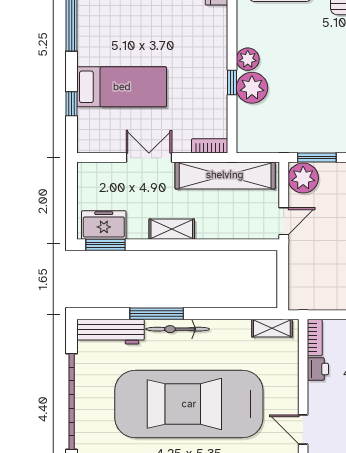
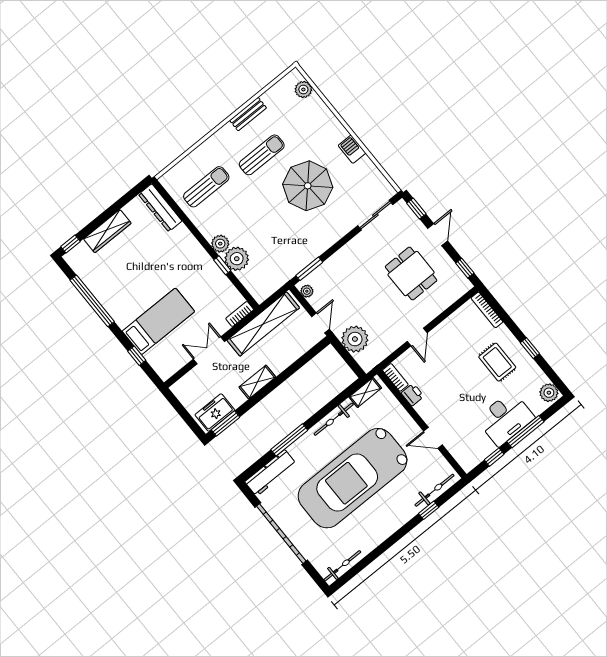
plant: (303, 178) -> (307, 291), width x0.53, depth x0.53
plant: (305, 266) -> (355, 339), added
bicycle: (178, 329) -> (334, 419), moved

